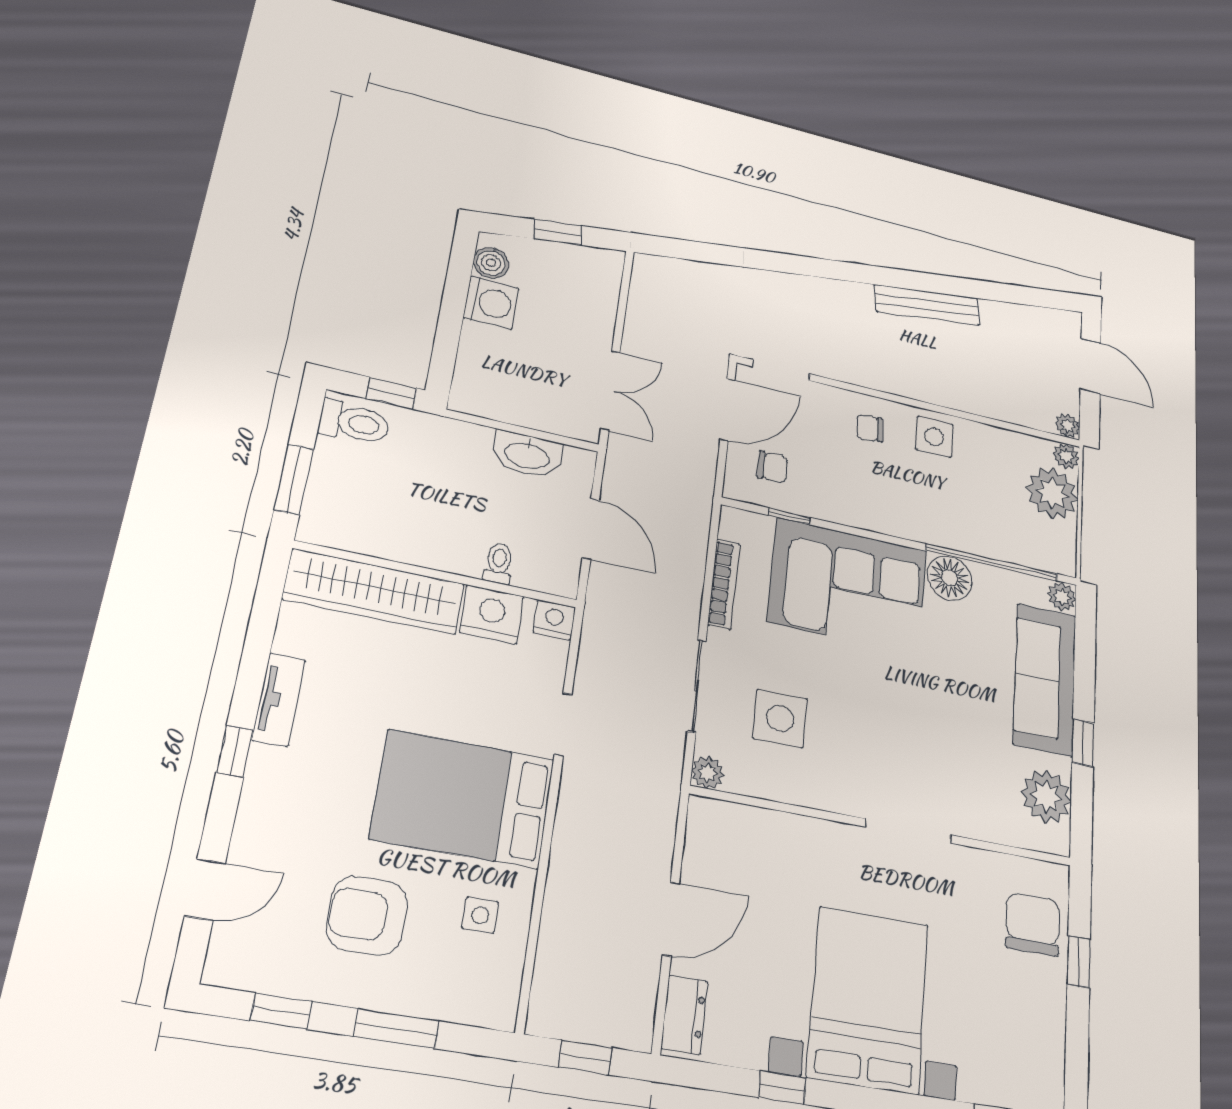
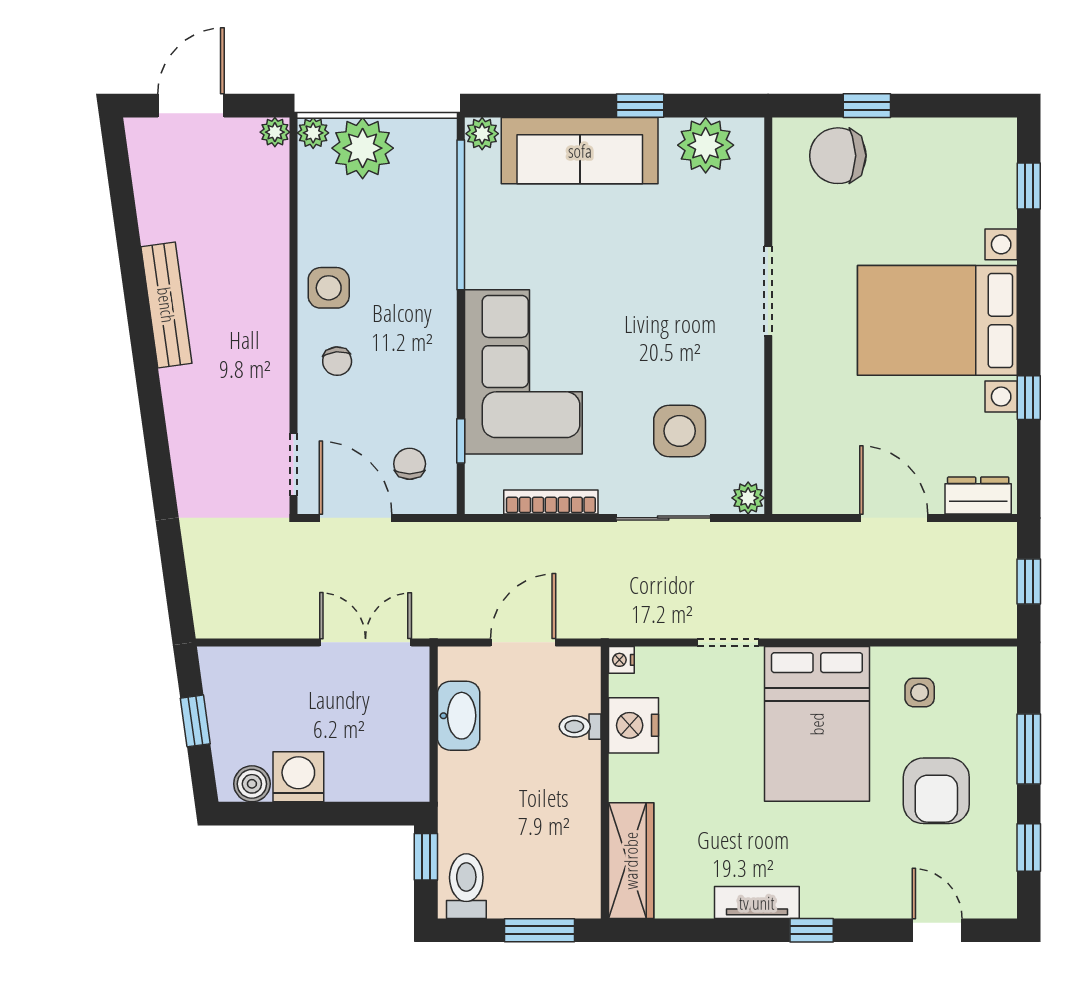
floor lamp: (950, 578) -> (490, 262), removed
wardrobe: (374, 592) -> (631, 861), width x0.71, depth x0.85
nightstand: (554, 620) -> (621, 660), width x0.72, depth x0.74

